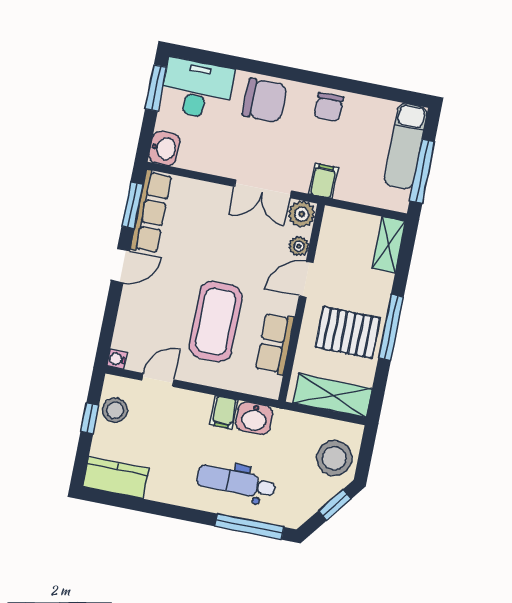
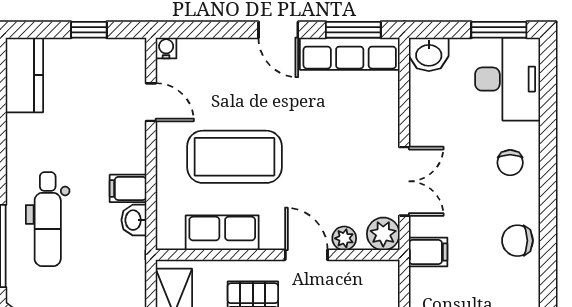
chair: (265, 100) -> (510, 163), width x0.54, depth x0.54
double door: (263, 189) -> (404, 181), swing flipped
stool: (115, 410) -> (105, 58), removed
washbasin: (254, 418) -> (134, 220), width x0.72, depth x0.69
dental chair: (236, 482) -> (48, 219), turned 180

